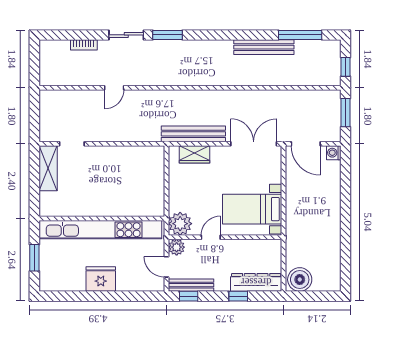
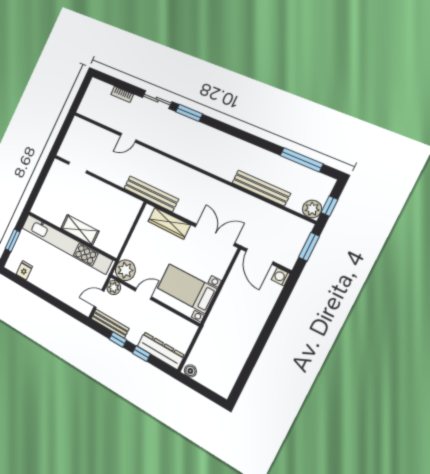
bench: (264, 47) -> (261, 188), moved
plant: (332, 77) -> (312, 209), added
bench: (193, 134) -> (151, 194), moved
wardrobe: (195, 154) -> (169, 223), width x1.50
shelving: (48, 168) -> (80, 230), moved, turned 90
door: (167, 267) -> (99, 299), hinge flipped
fridge: (101, 279) -> (24, 270), moved, width x0.53, depth x0.75
boiler: (300, 280) -> (190, 371), width x0.54, depth x0.54
window: (189, 296) -> (118, 339), moved

